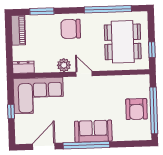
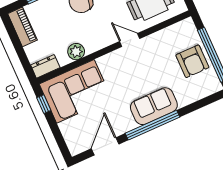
plant: (64, 65) -> (76, 52), moved
door: (84, 74) -> (130, 40), moved
window: (11, 112) -> (44, 104), moved

